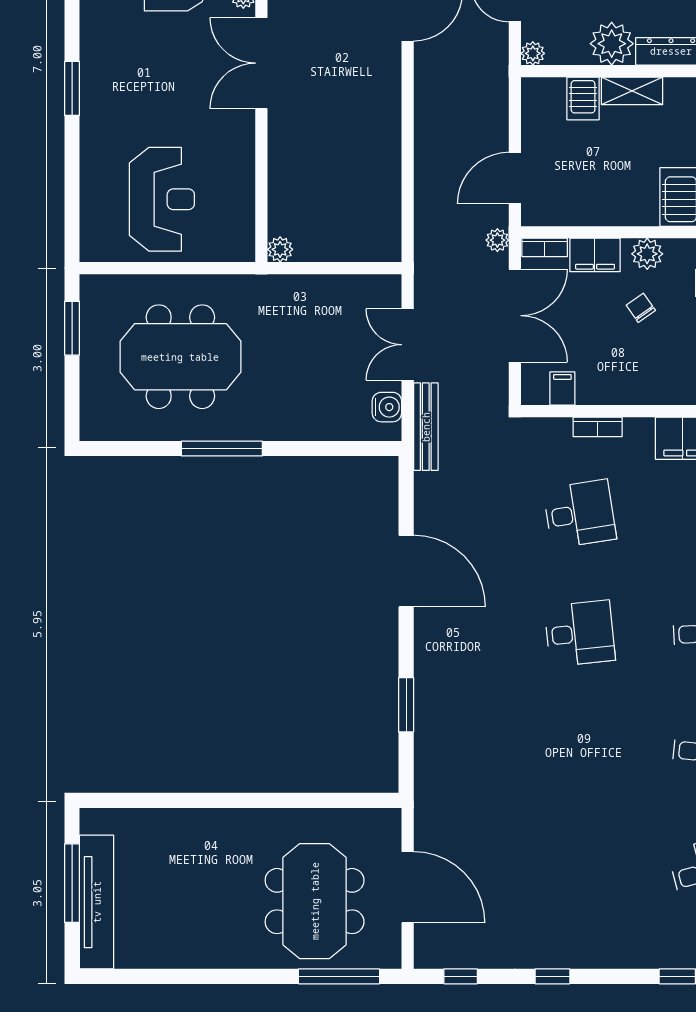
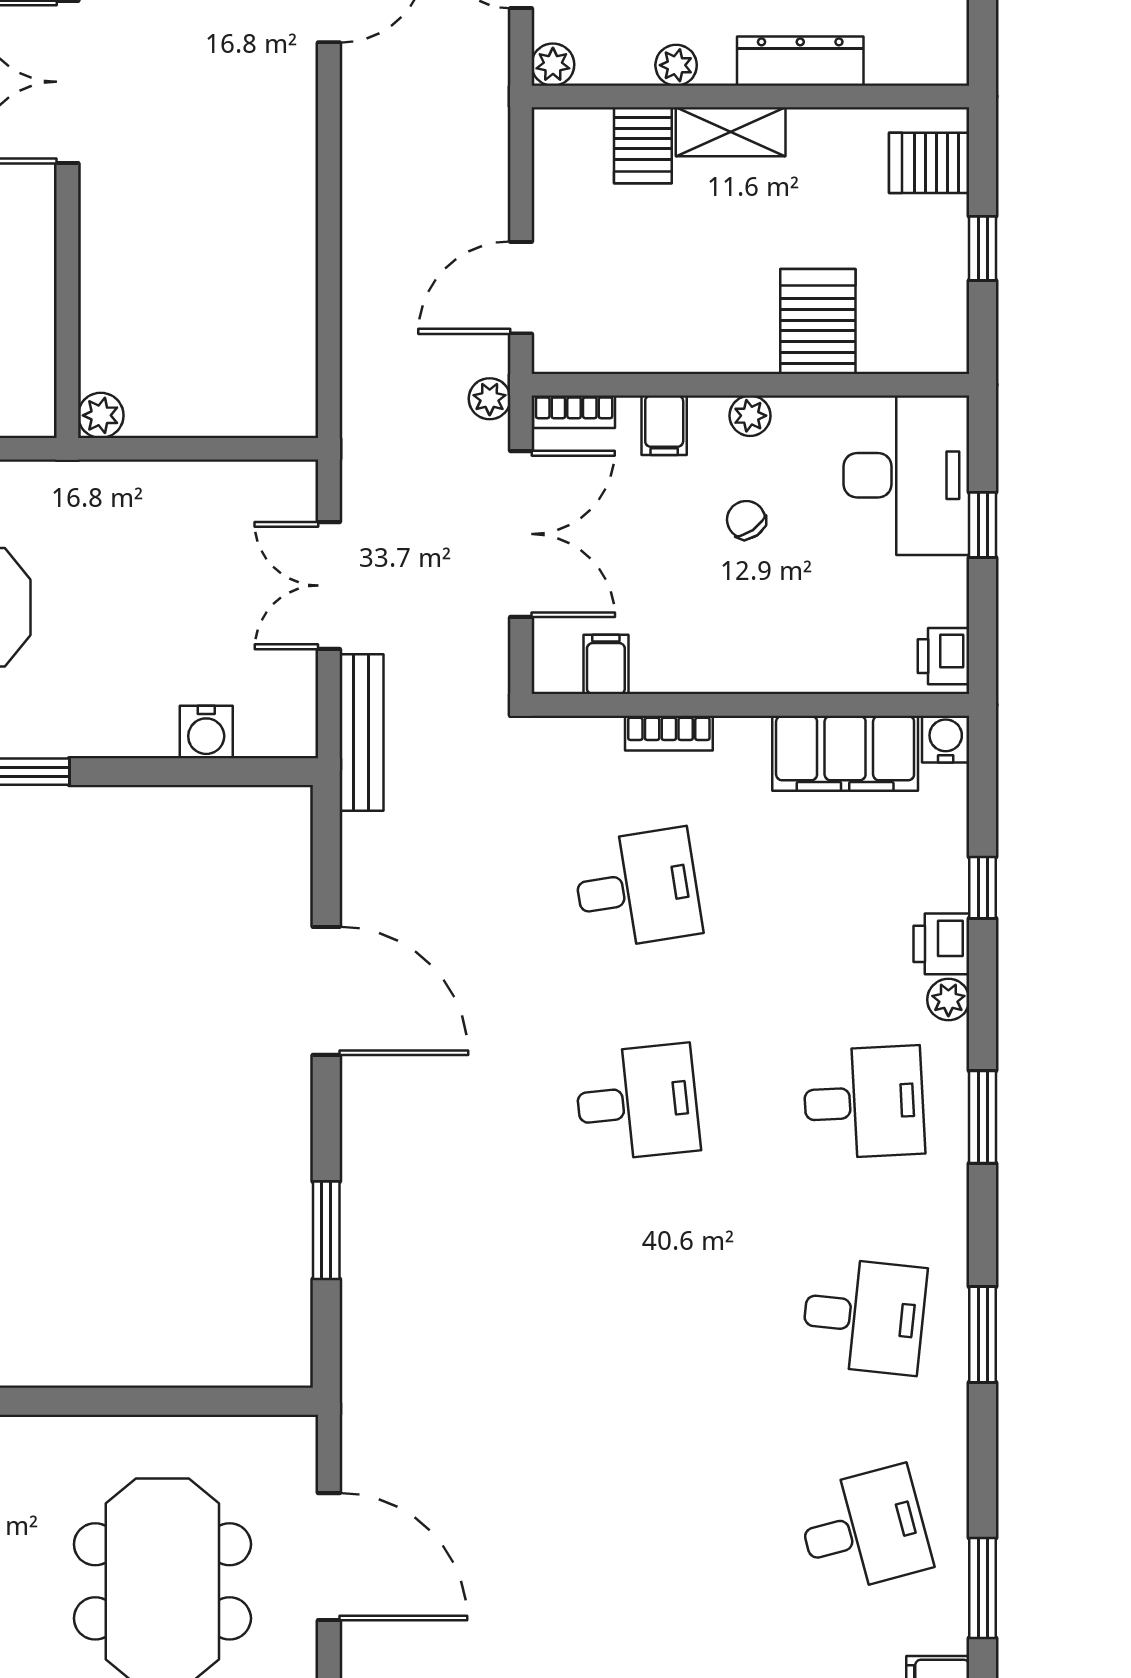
plant: (612, 44) -> (676, 65), width x0.53, depth x0.53
plant: (647, 254) -> (750, 416), width x0.73, depth x0.73
filing cabinet: (595, 255) -> (664, 425), width x0.50
water cooler: (387, 407) -> (206, 732), moved, turned 90

